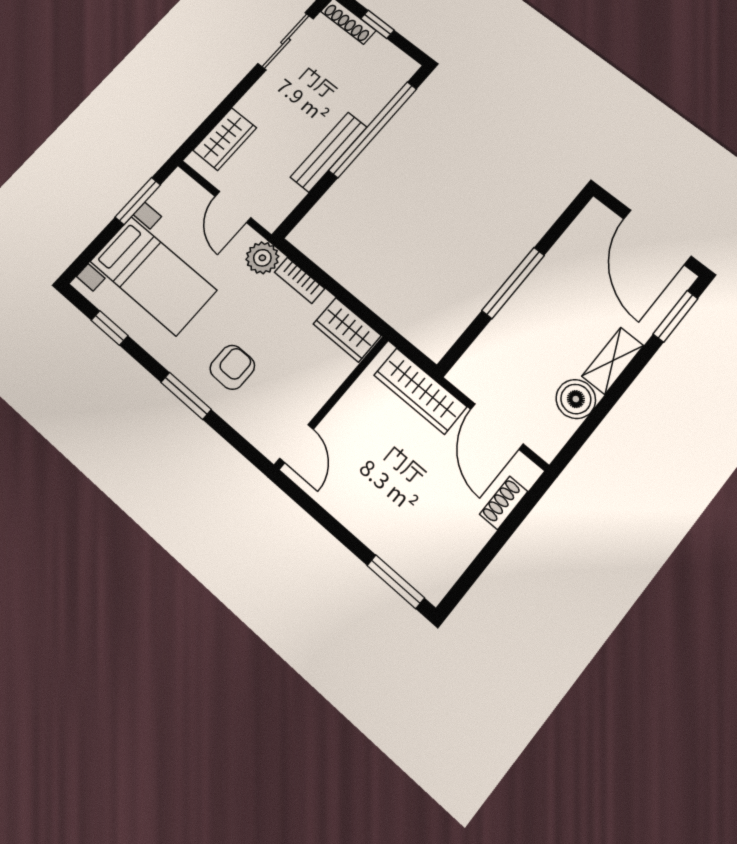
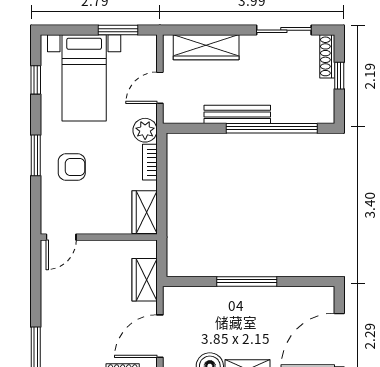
wardrobe: (225, 139) -> (206, 47), width x1.50
wardrobe: (420, 391) -> (145, 280), width x0.67

